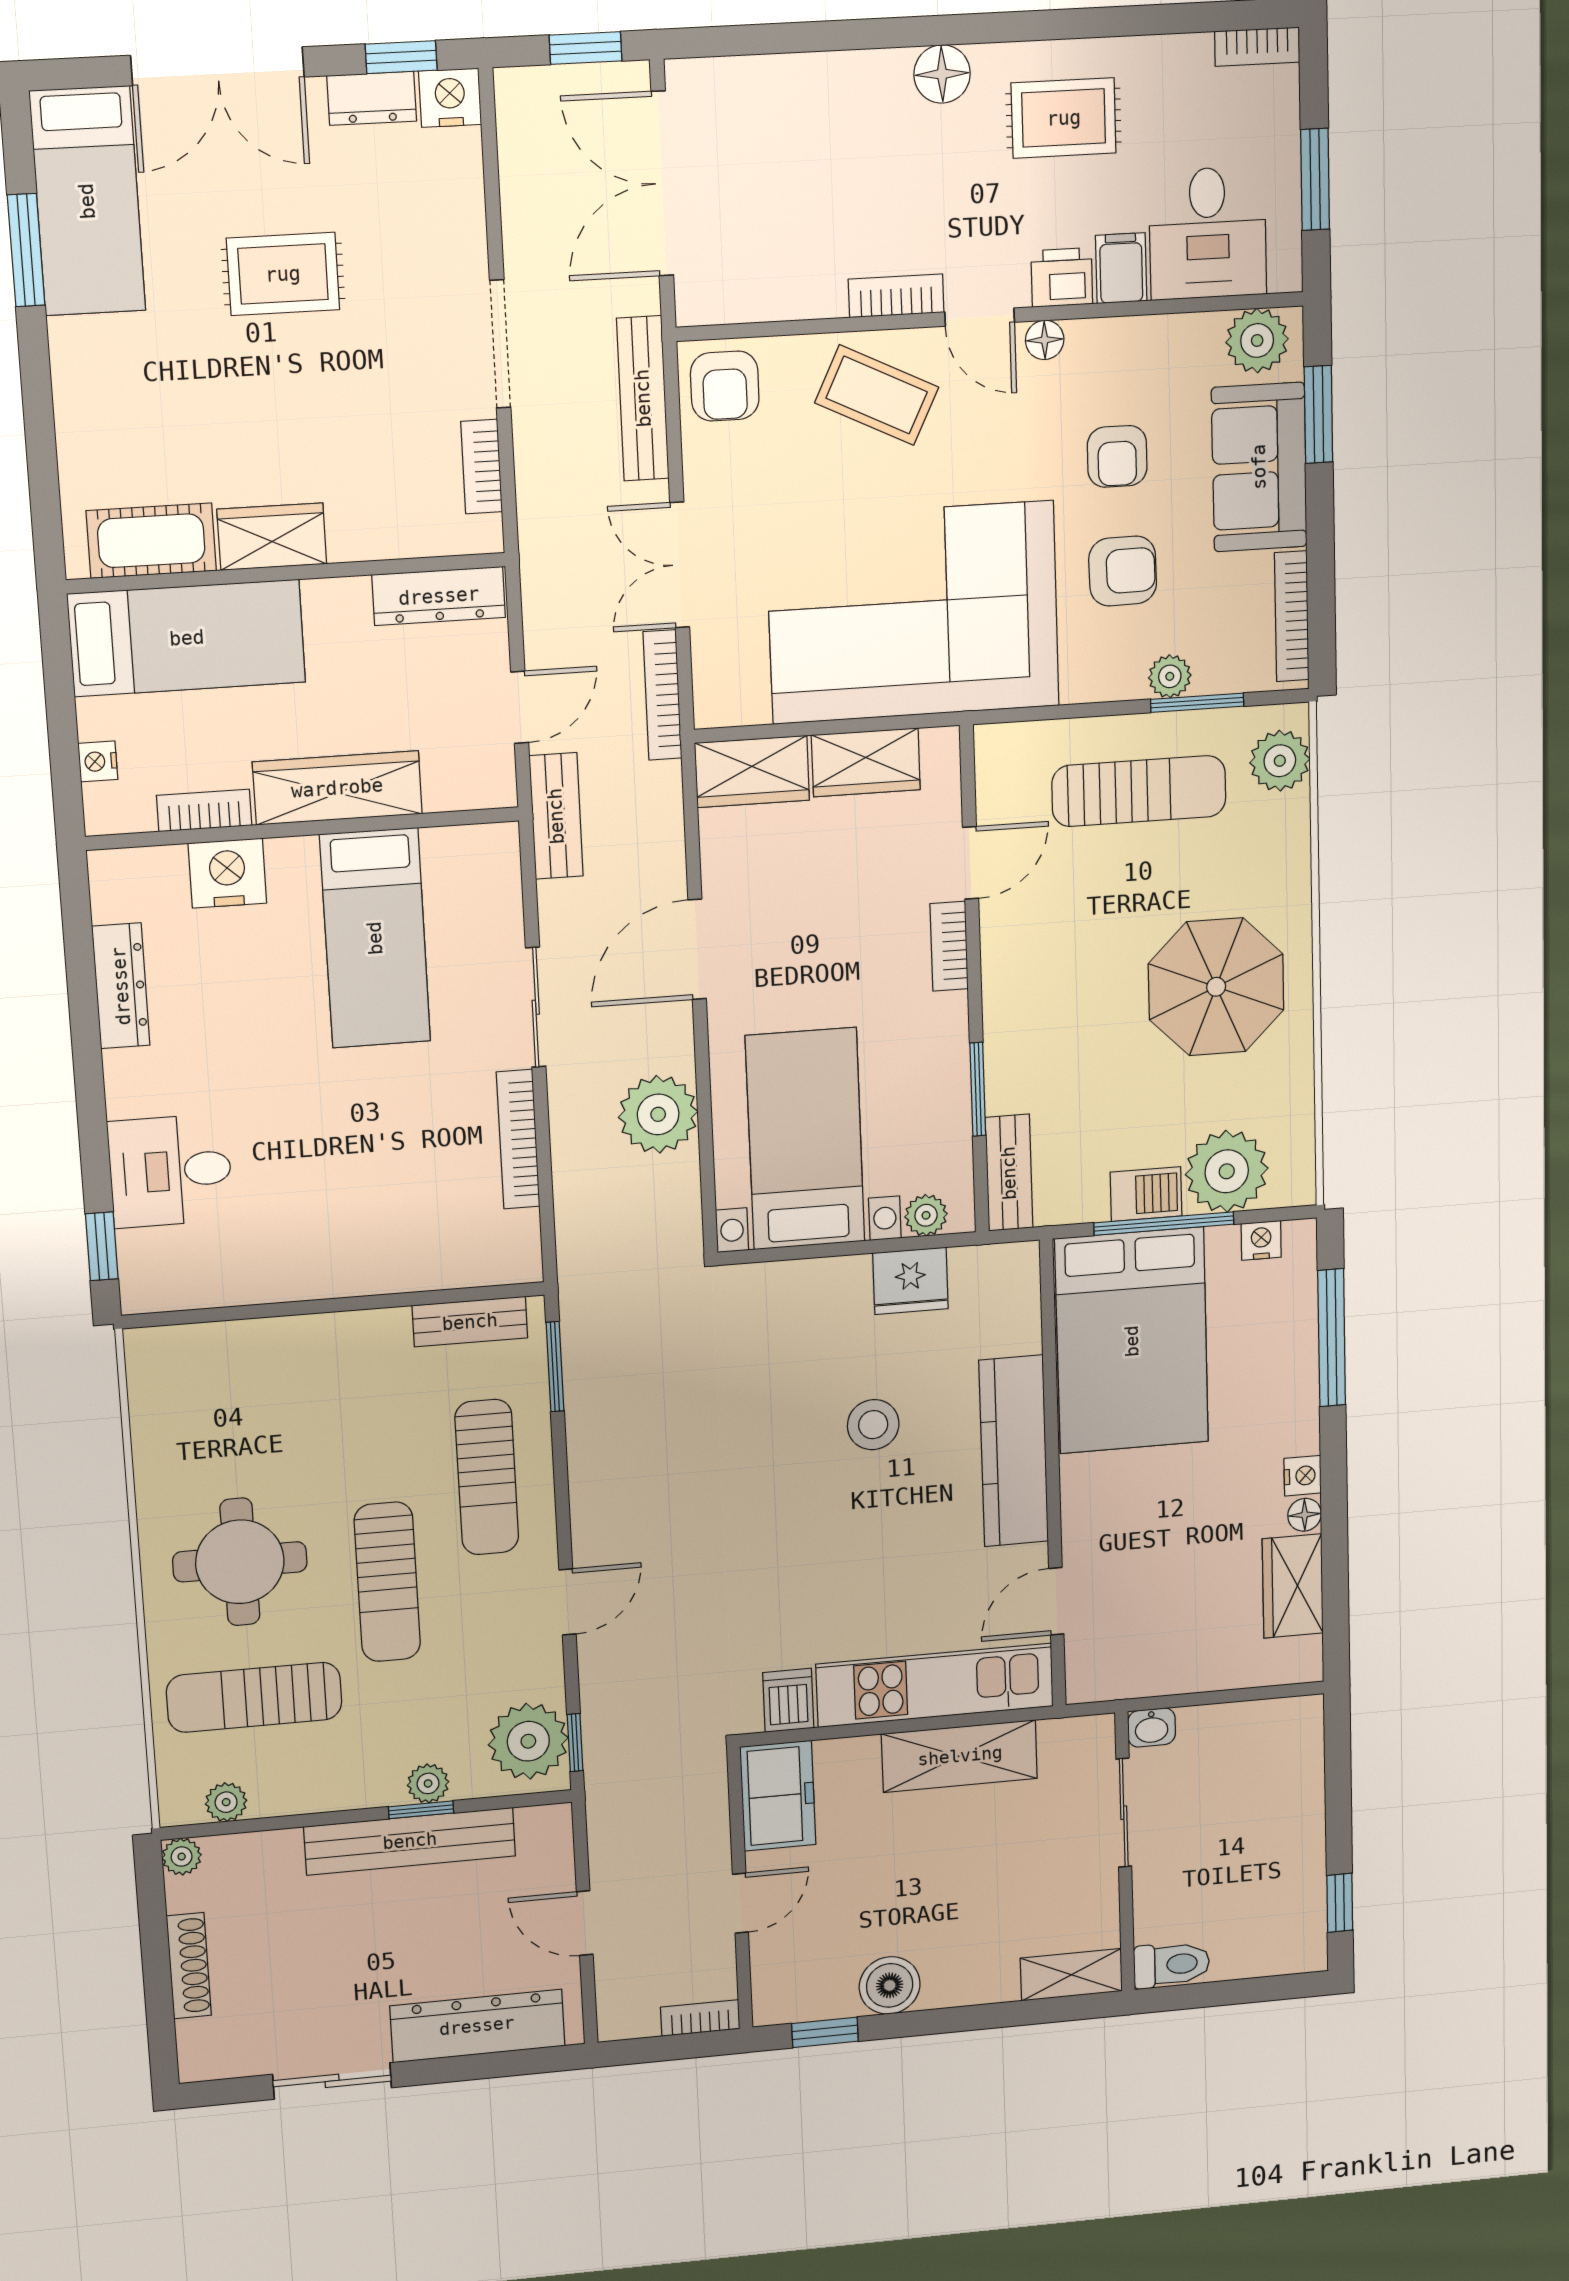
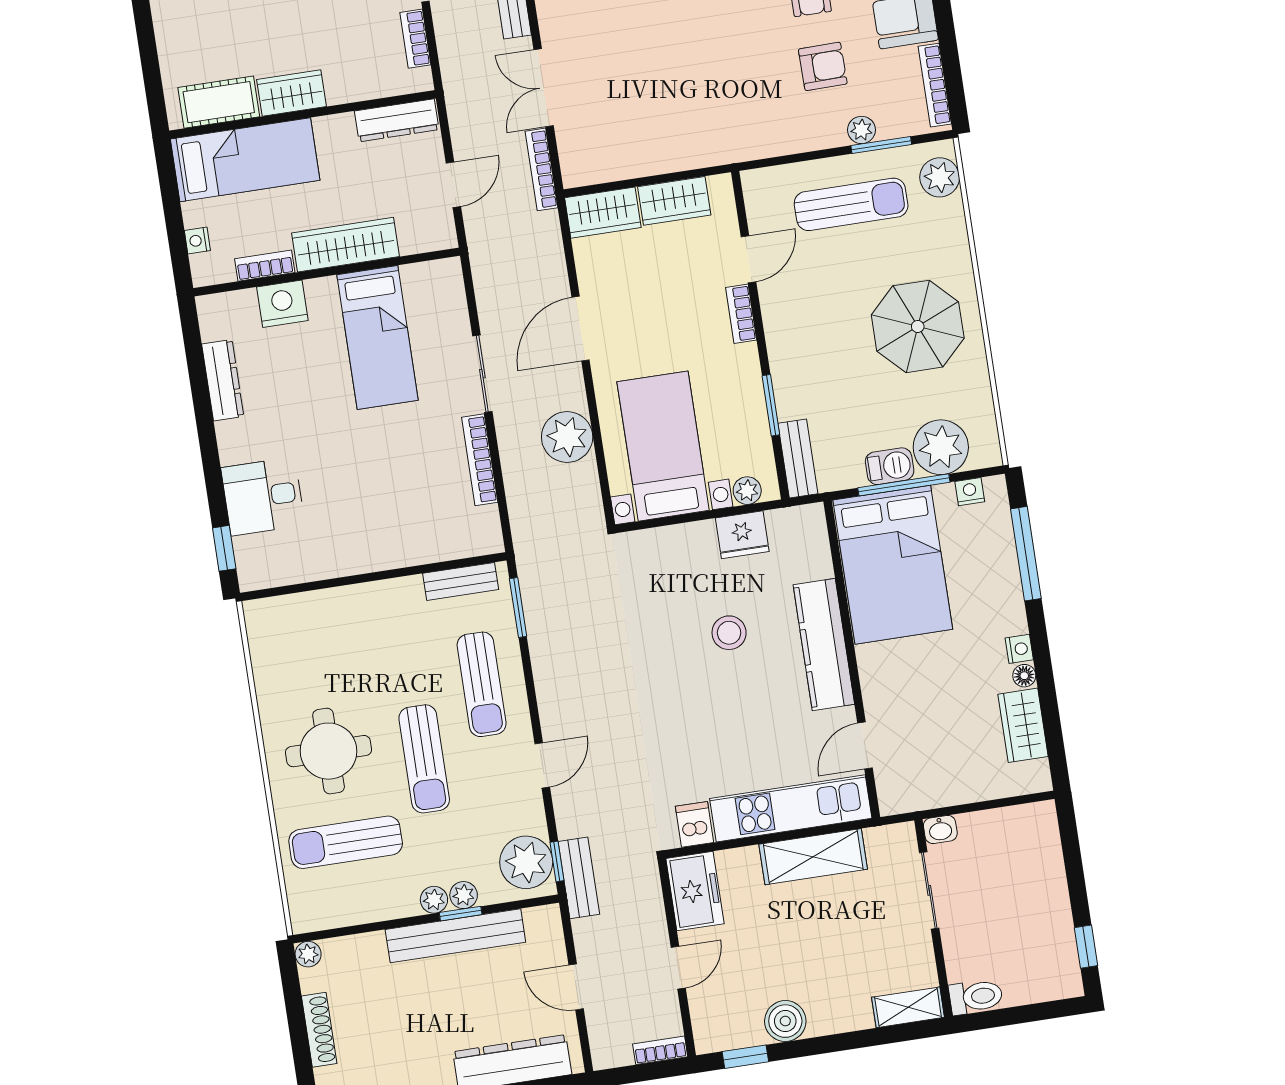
corner sofa: (913, 612) -> (693, 104), removed
bench: (556, 816) -> (579, 878), moved
plant: (226, 1802) -> (434, 900), moved

